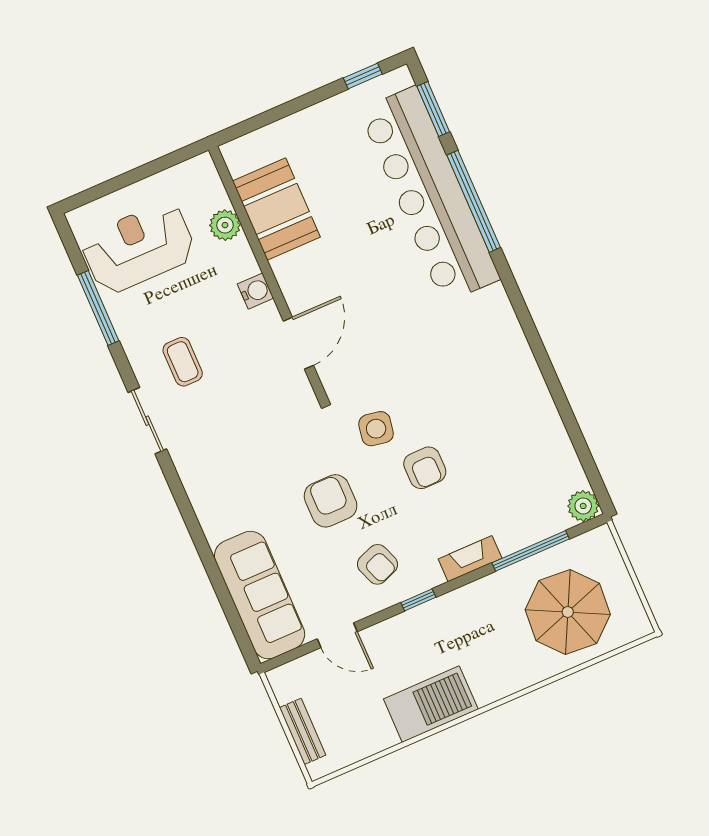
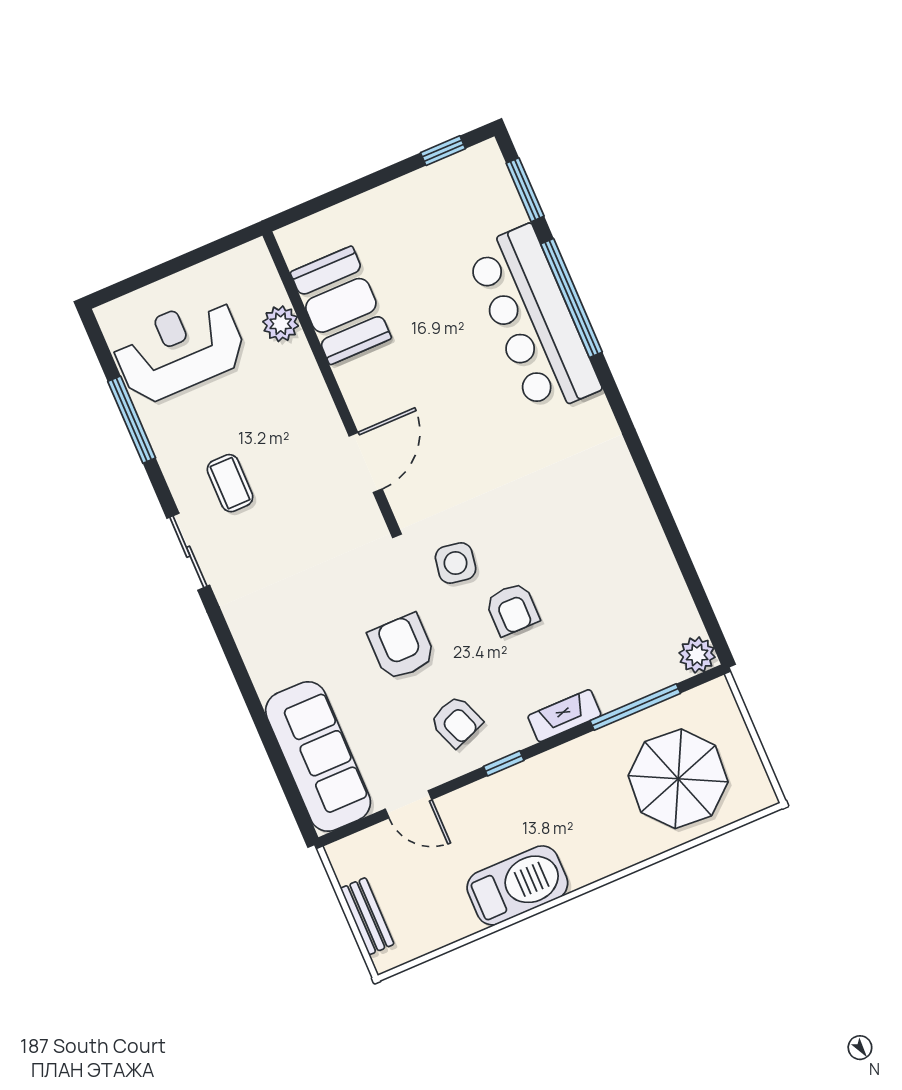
bar counter: (430, 195) -> (533, 320), width x0.73
water cooler: (256, 291) -> (316, 401), removed

